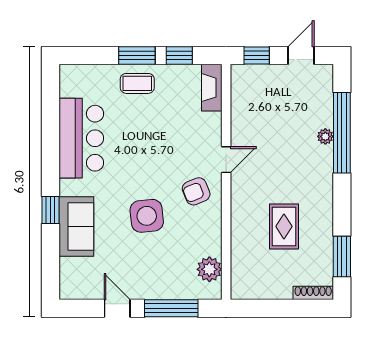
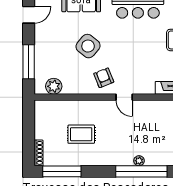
side table: (147, 216) -> (88, 46), turned 45
window: (342, 256) -> (62, 171), width x1.44
door: (117, 308) -> (29, 15), moved

